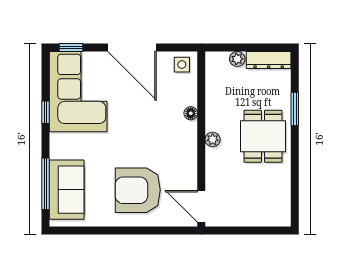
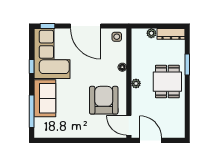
sofa: (67, 190) -> (45, 98), moved
armchair: (138, 190) -> (104, 100), moved, turned 90
door: (236, 230) -> (151, 140), added

